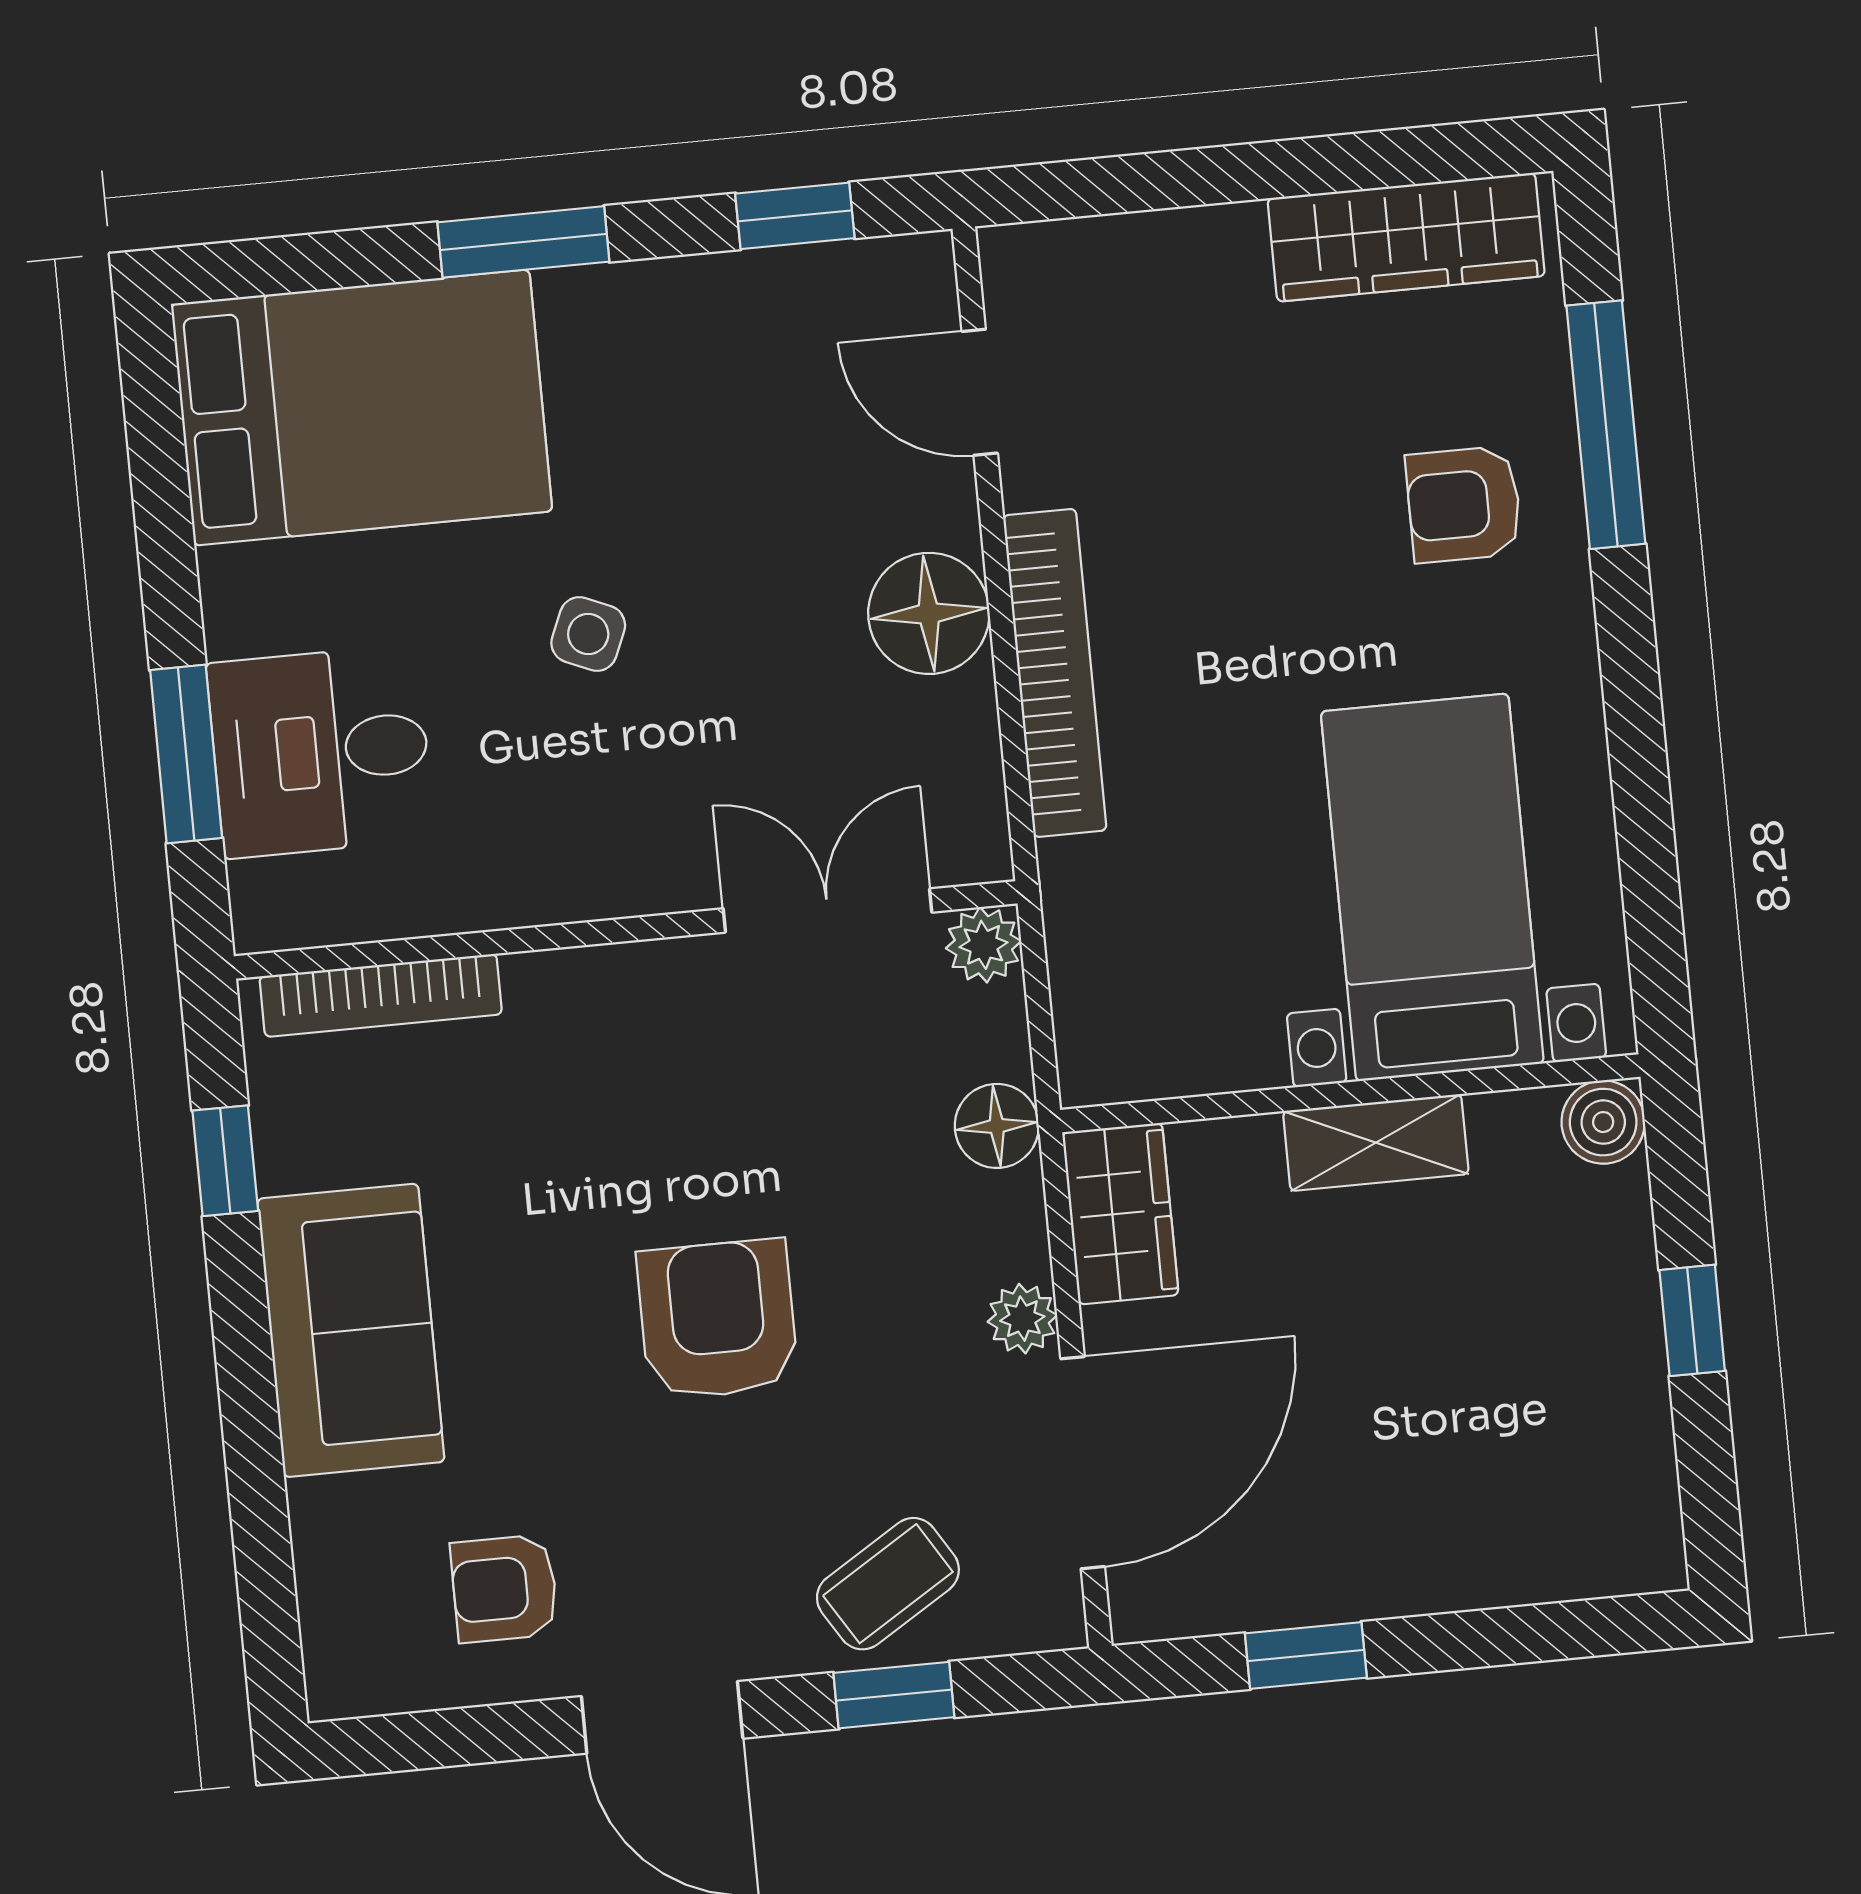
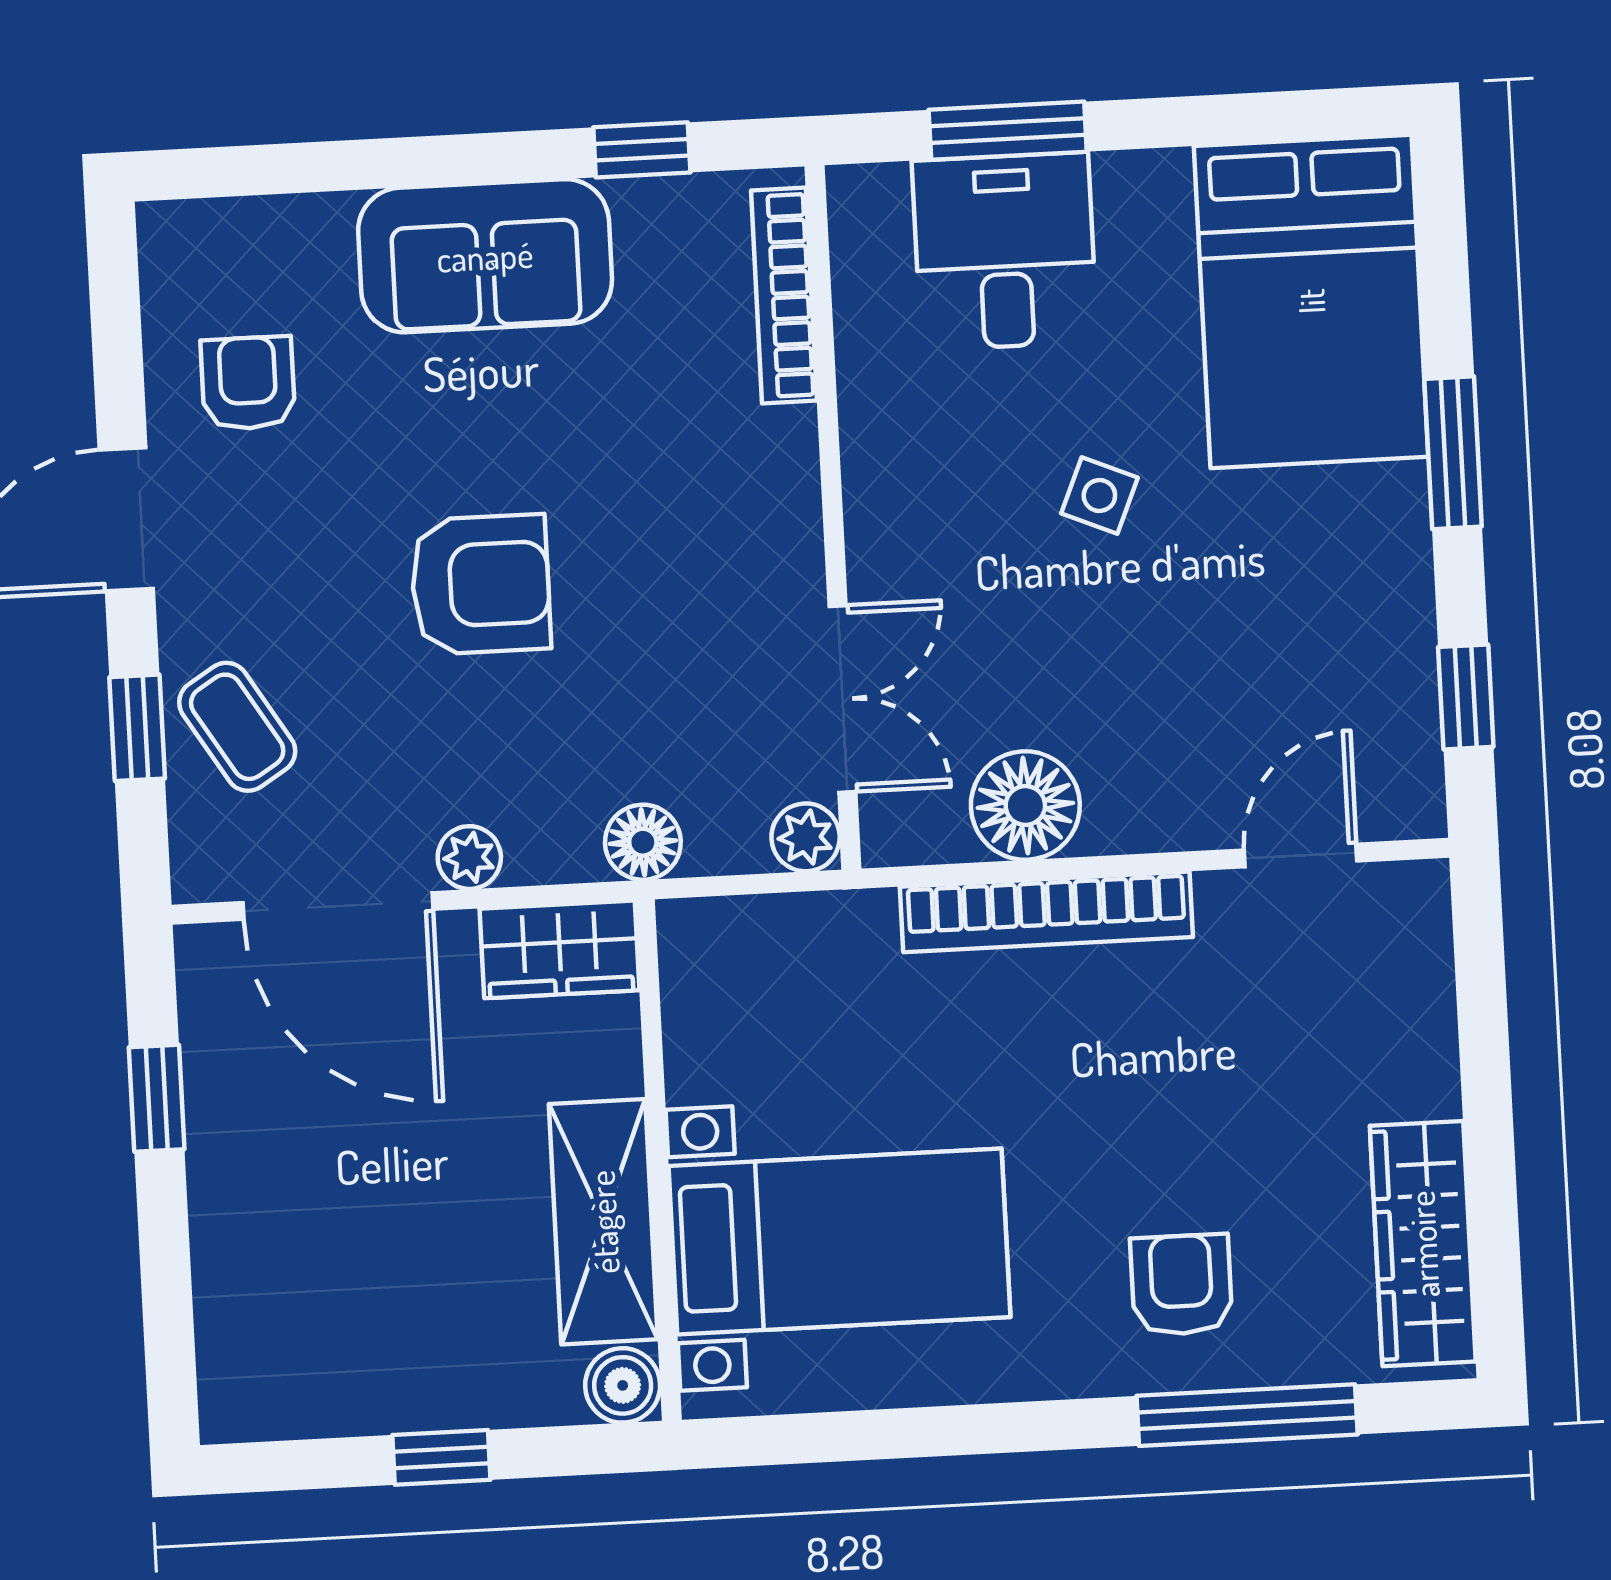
floor lamp: (929, 613) -> (1025, 805), moved
shelving: (1376, 1143) -> (603, 1222), width x1.50, depth x1.33

